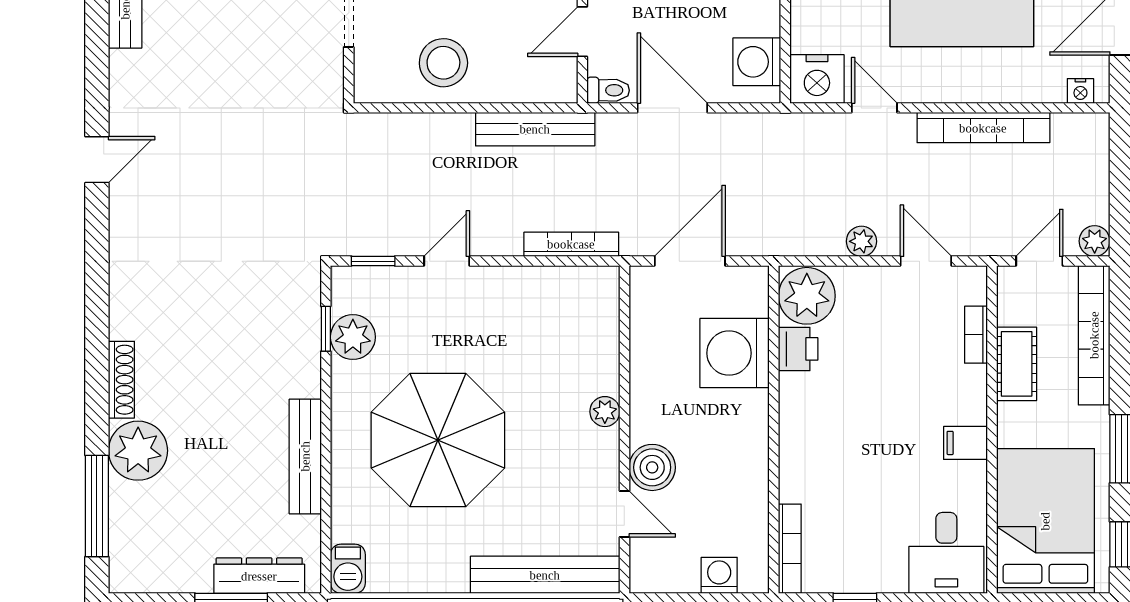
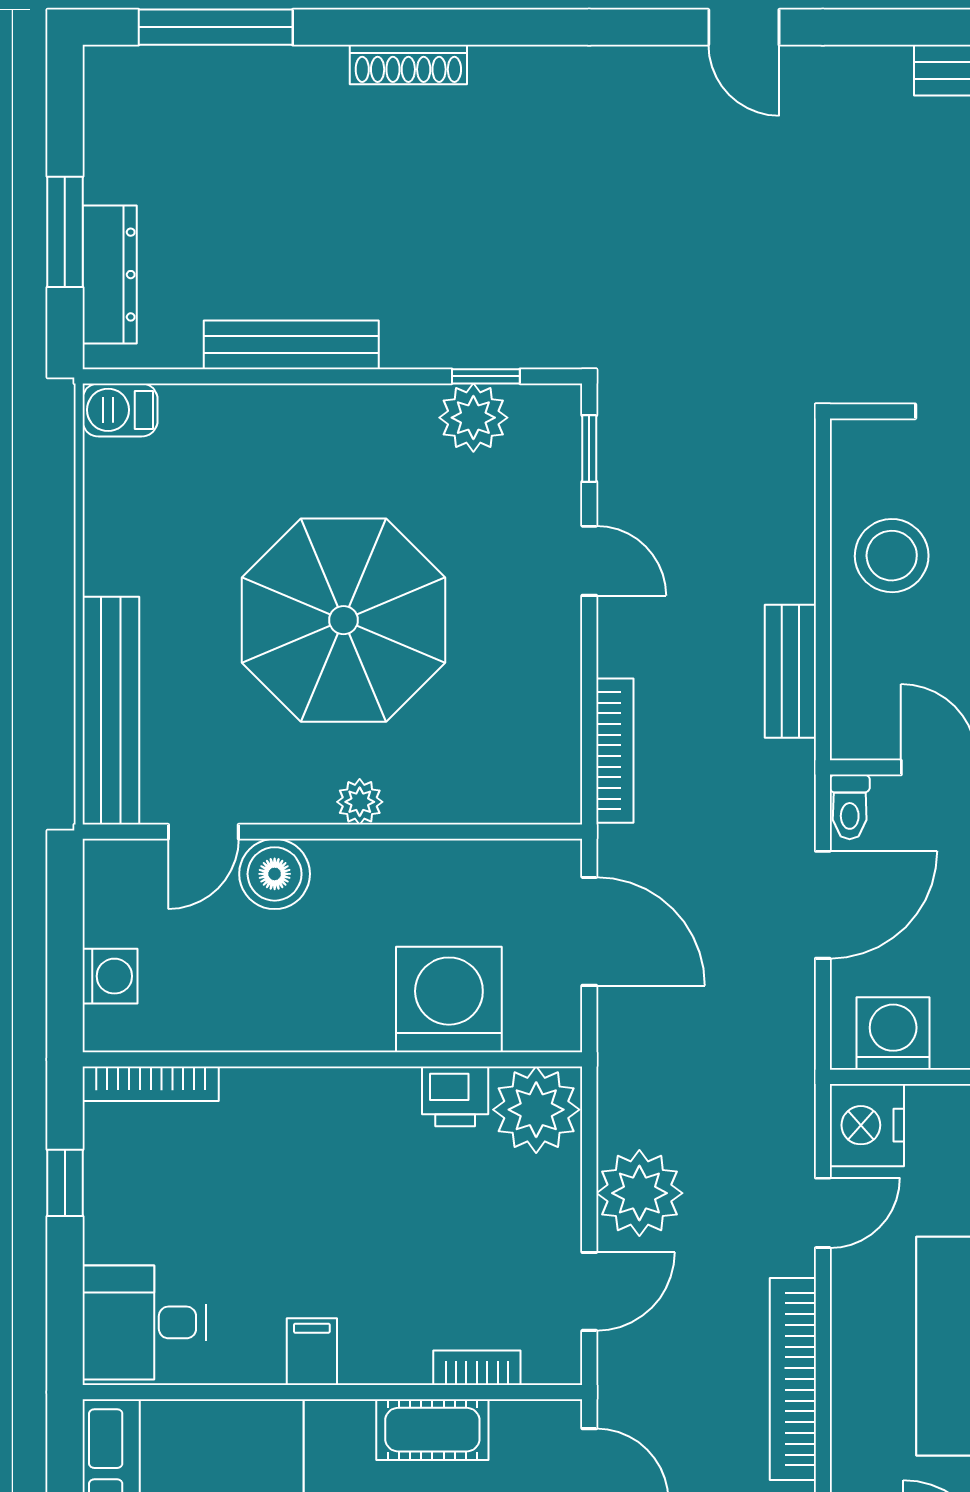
bench: (535, 129) -> (790, 671), width x0.73
plant: (861, 241) -> (639, 1193), width x1.87, depth x1.87
parasol: (438, 440) -> (343, 620), moved
plant: (138, 451) -> (300, 90), removed

